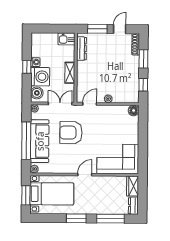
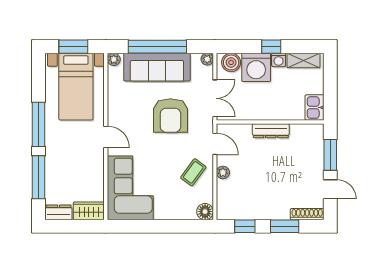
dresser: (82, 49) -> (271, 131), moved
shelving: (70, 73) -> (303, 60), moved
coffee table: (108, 118) -> (193, 172), added
armchair: (71, 133) -> (170, 115), turned 180
window: (76, 218) -> (38, 124), width x1.44

